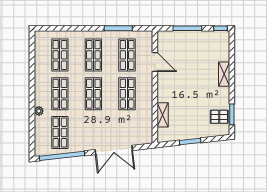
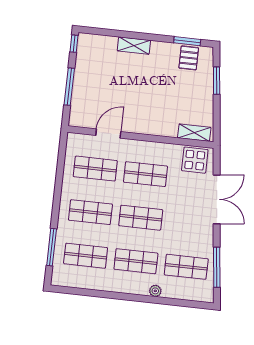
window: (118, 28) -> (52, 247), moved
shelving: (163, 115) -> (194, 133), moved
display table: (142, 130) -> (195, 160), added
window: (190, 142) -> (217, 81), moved
window: (62, 156) -> (217, 267), width x0.68

